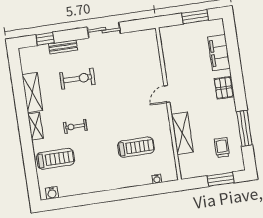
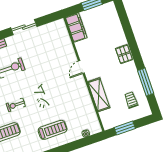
filing cabinet: (219, 53) -> (76, 28), moved, turned 180
treadmill: (136, 147) -> (53, 130), moved
window: (221, 179) -> (125, 128), moved

